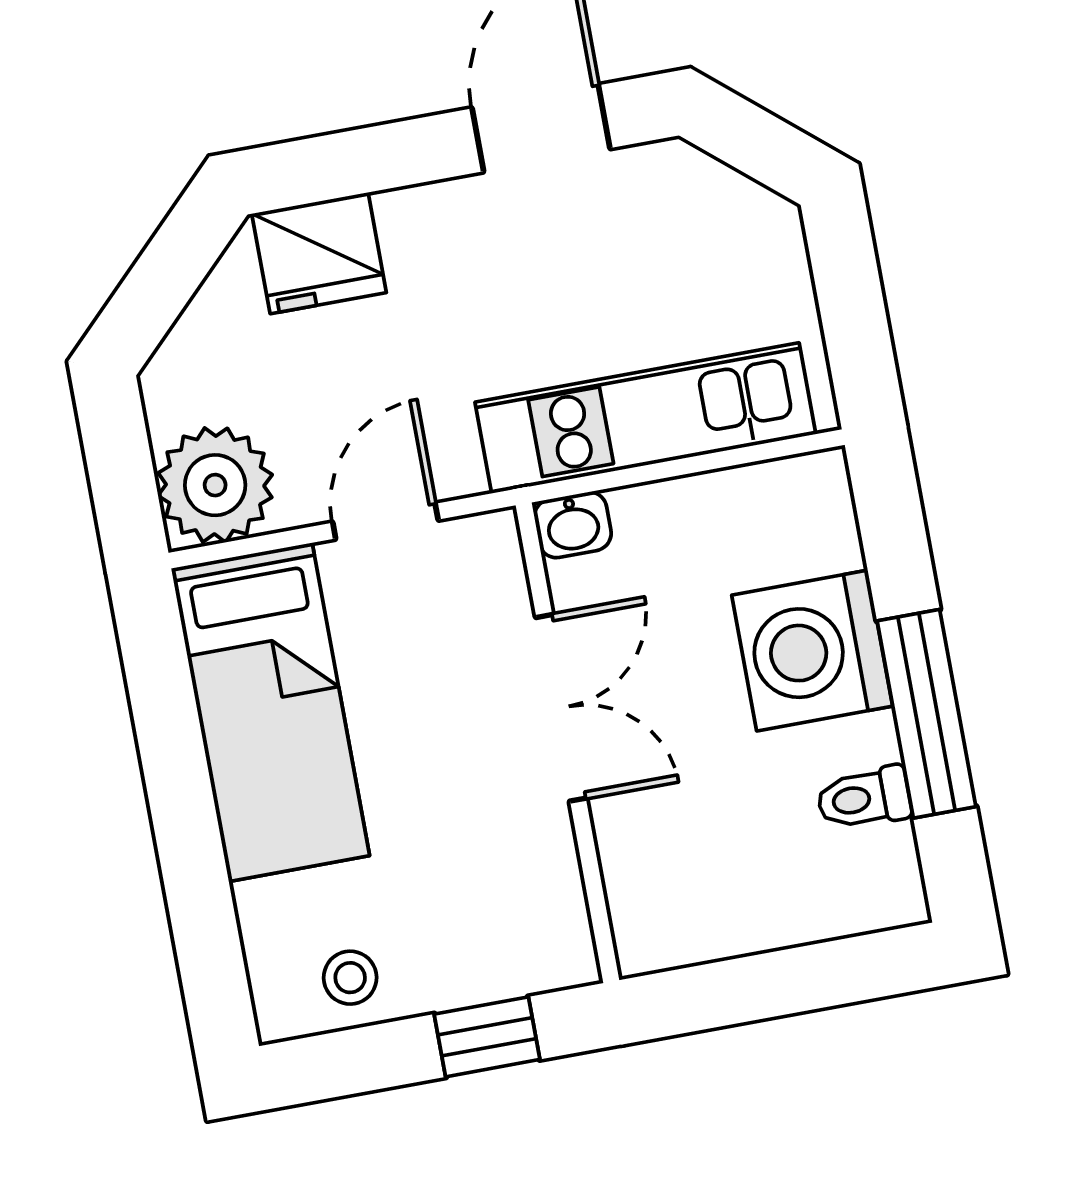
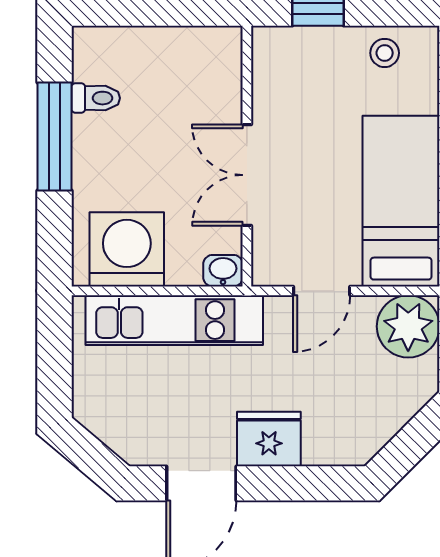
fridge: (319, 253) -> (269, 439), moved
washing machine: (812, 651) -> (127, 249), moved, turned -90

